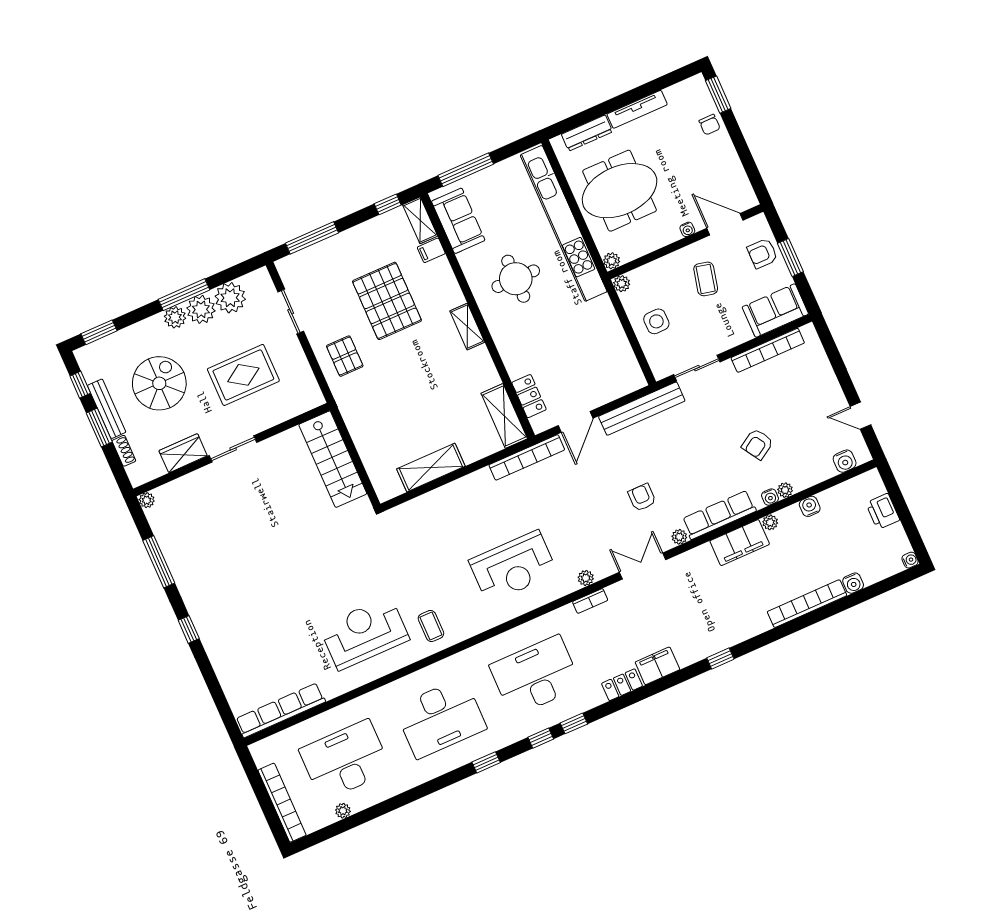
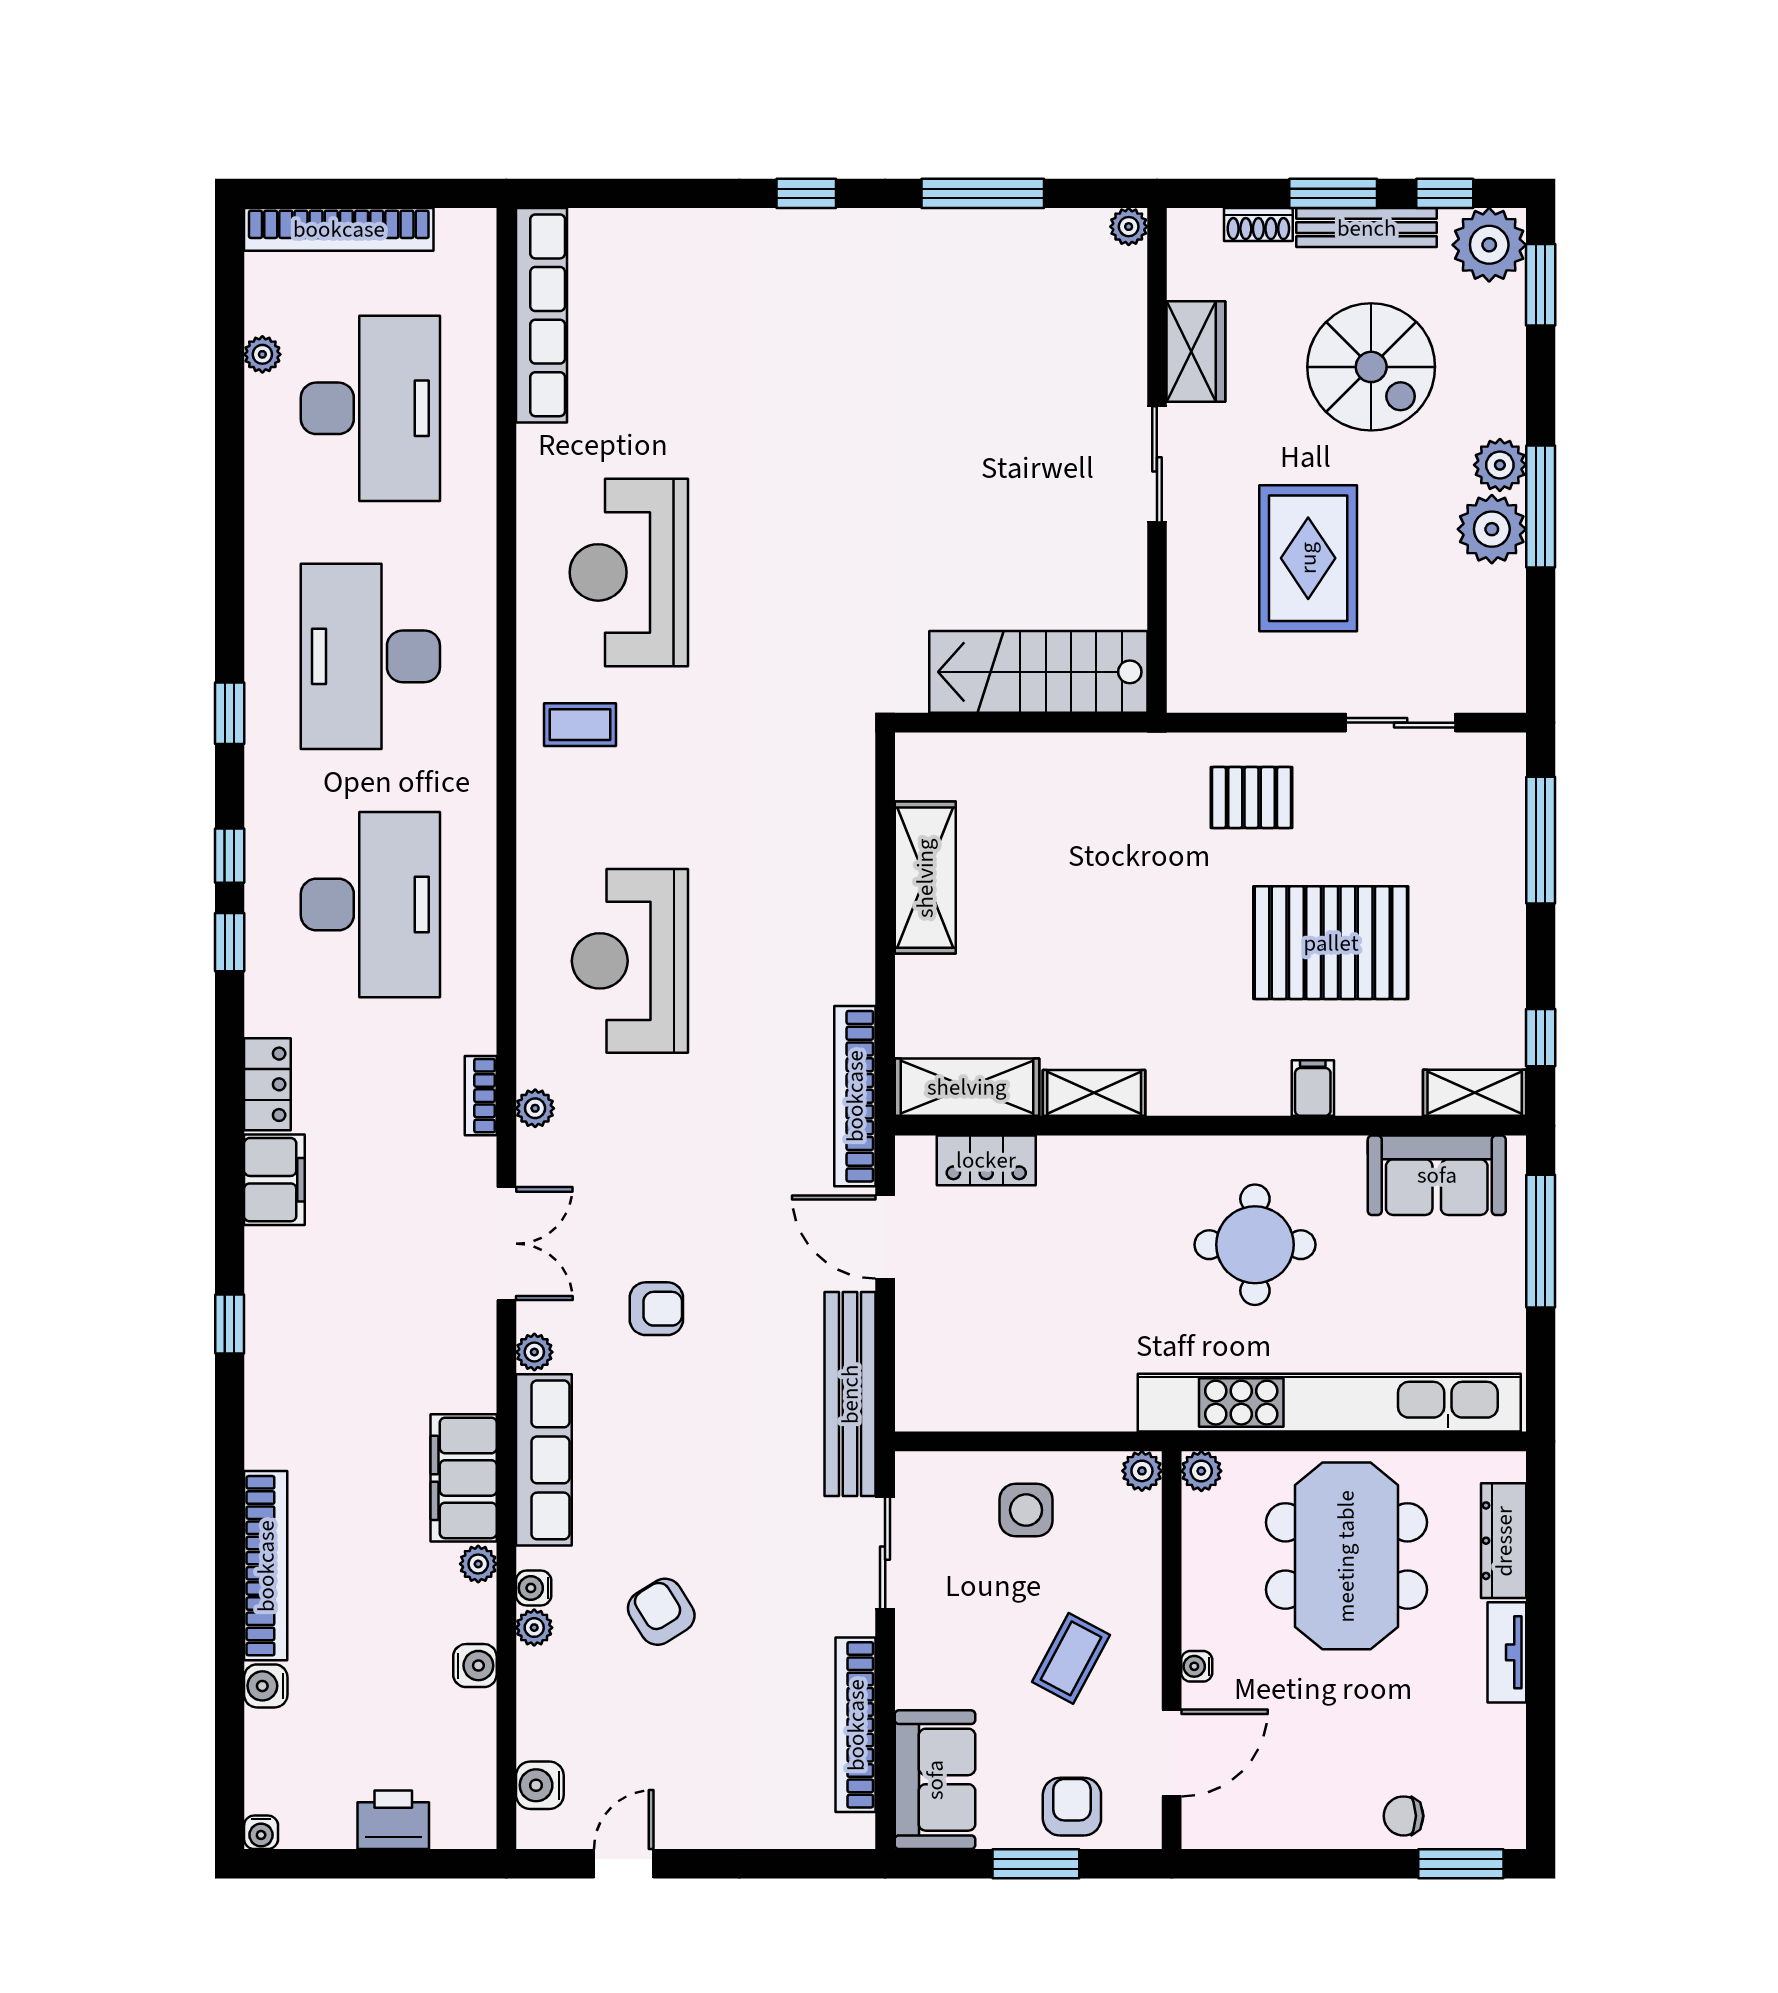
tv unit: (637, 109) -> (1507, 1652), width x0.71
filing cabinet: (431, 250) -> (1313, 1088), moved
coffee table: (706, 279) -> (1071, 1658), turned -75
plant: (230, 298) -> (1489, 245), moved
shelving: (467, 327) -> (1094, 1093), moved
reception desk: (364, 633) -> (629, 572), turned 180

